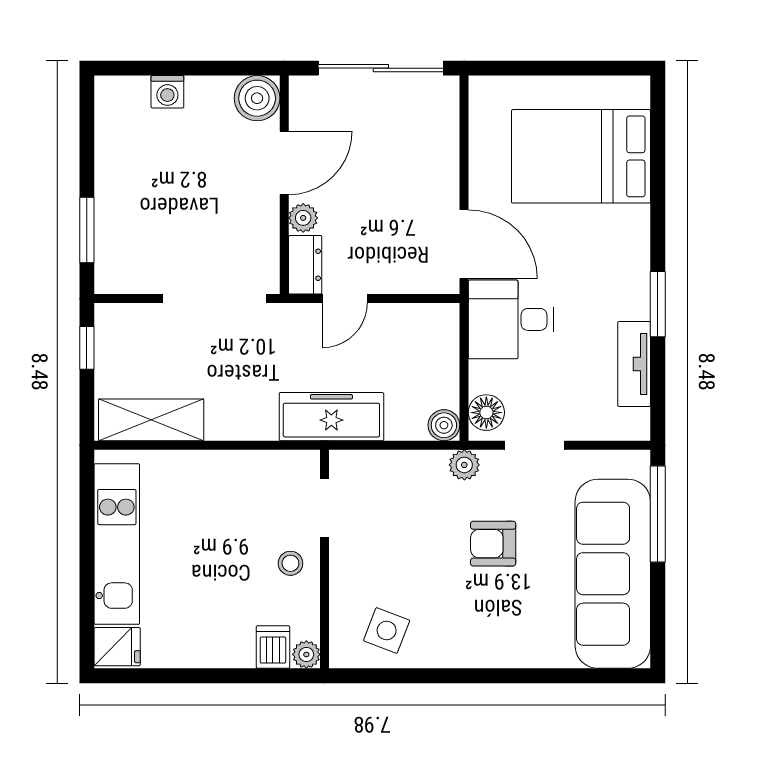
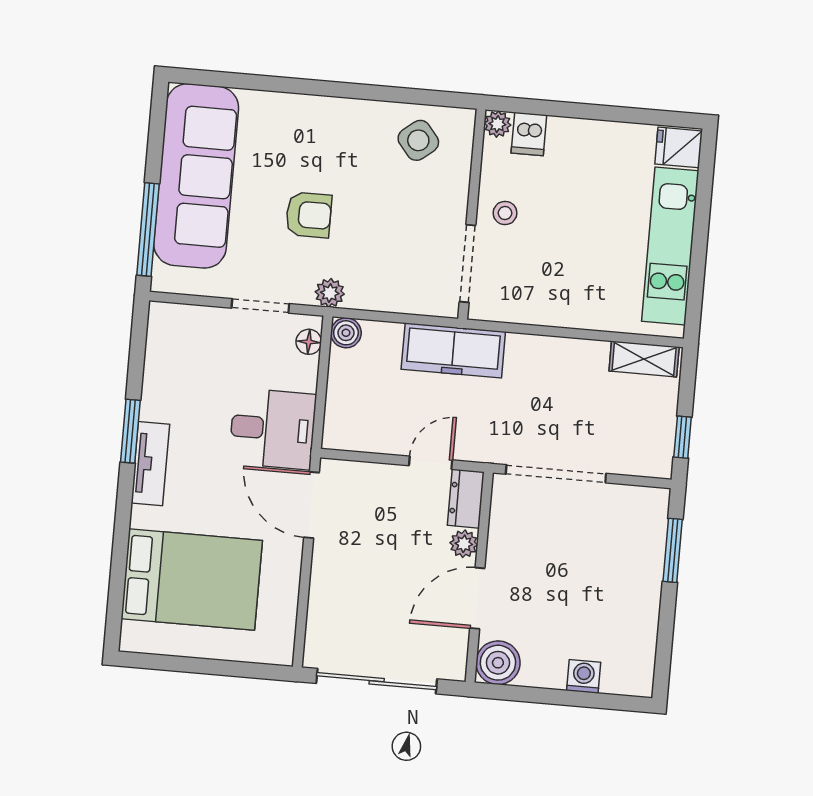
tv unit: (634, 364) -> (150, 464), moved
floor lamp: (486, 413) -> (309, 342), width x0.73, depth x0.73
shelving: (151, 420) -> (644, 359), width x0.67, depth x0.75
doorway: (325, 508) -> (468, 263), width x1.38
side table: (387, 630) -> (418, 140), turned 30

